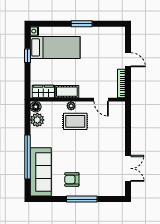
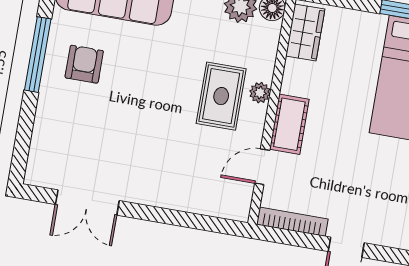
cot: (67, 92) -> (289, 124), moved
window: (82, 199) -> (38, 55), moved

